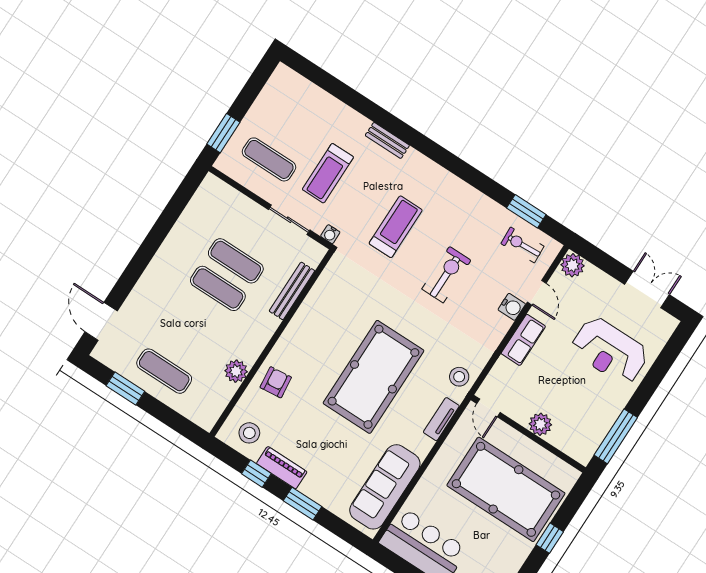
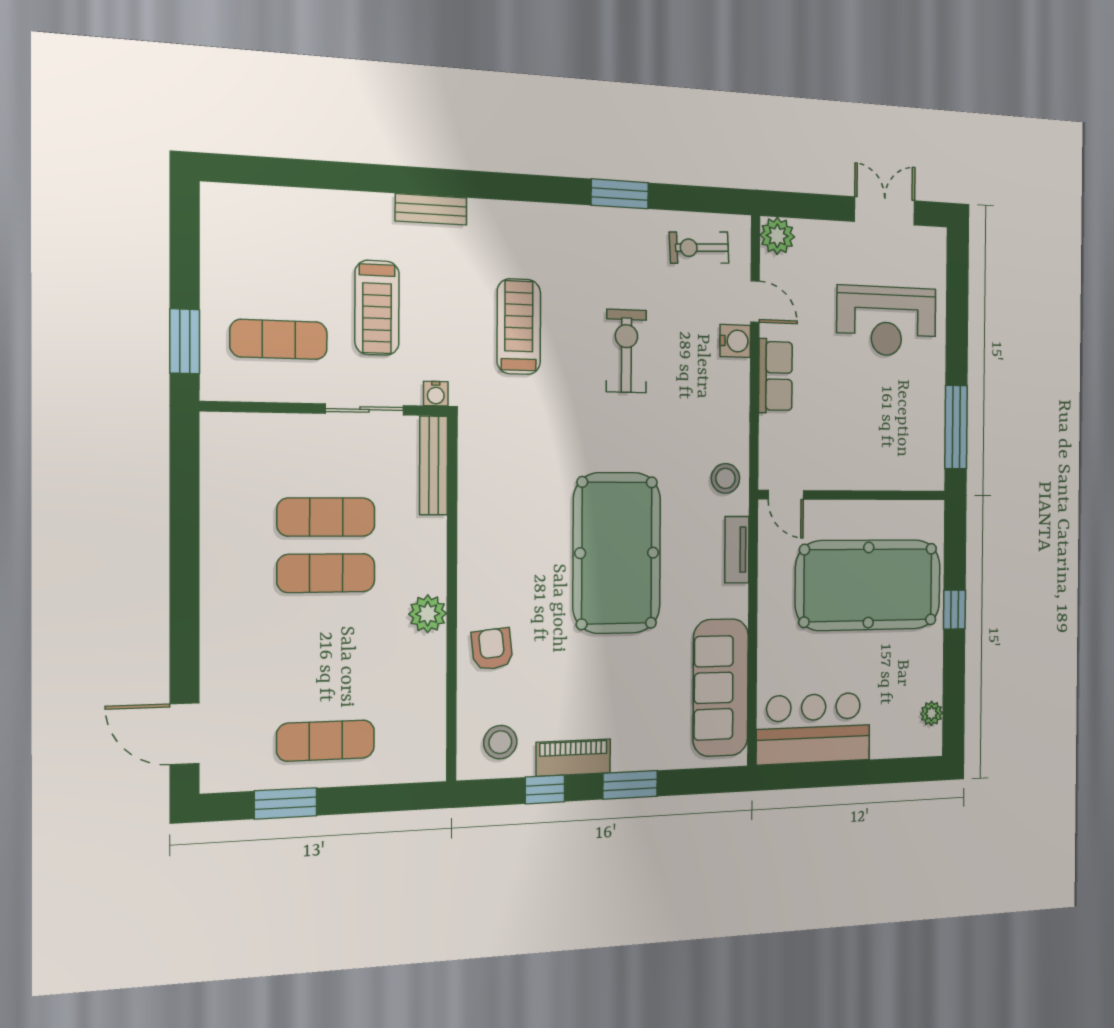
window: (526, 211) -> (620, 194), moved
bench: (292, 291) -> (434, 465), moved
plant: (236, 371) -> (428, 614), moved
plant: (540, 424) -> (860, 473), removed

